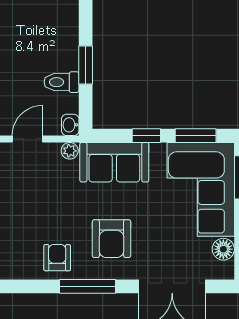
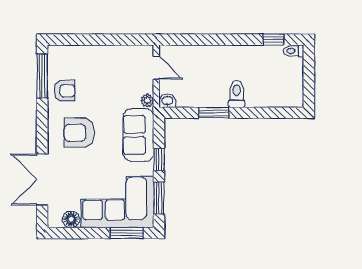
toilet: (61, 82) -> (237, 94), moved
window: (88, 286) -> (42, 76), moved

